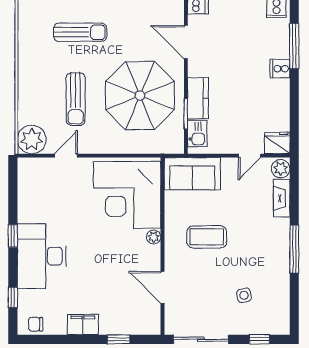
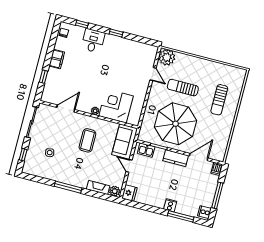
kitchen counter: (198, 98) -> (176, 158), moved
door: (250, 156) -> (129, 166), moved
corner desk: (127, 195) -> (116, 106), width x0.74, depth x0.74
desk: (42, 256) -> (93, 41), width x0.53, depth x0.77

